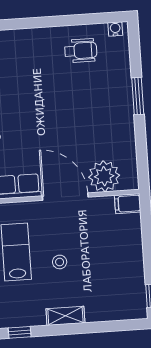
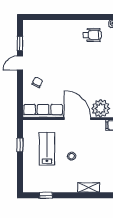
shelving: (65, 316) -> (89, 188), moved

